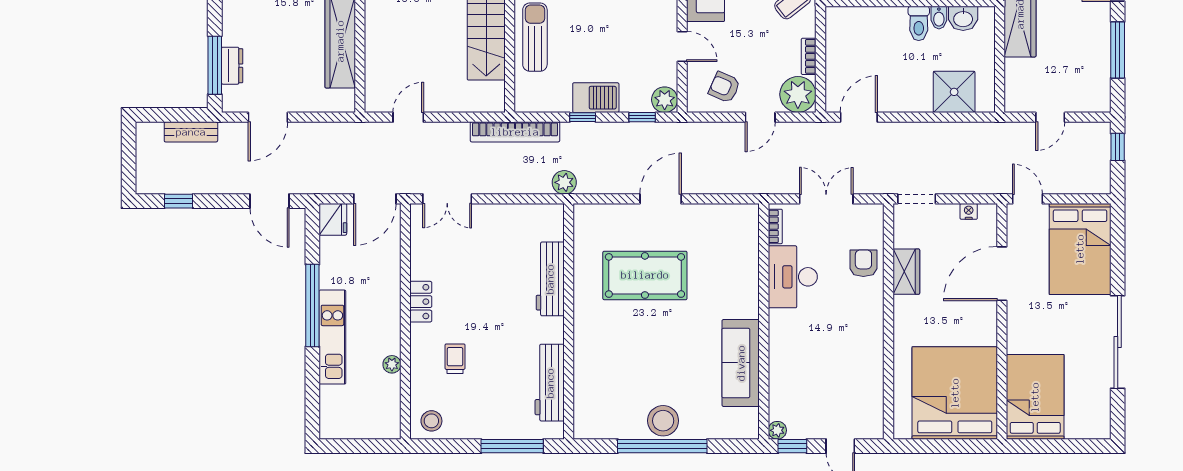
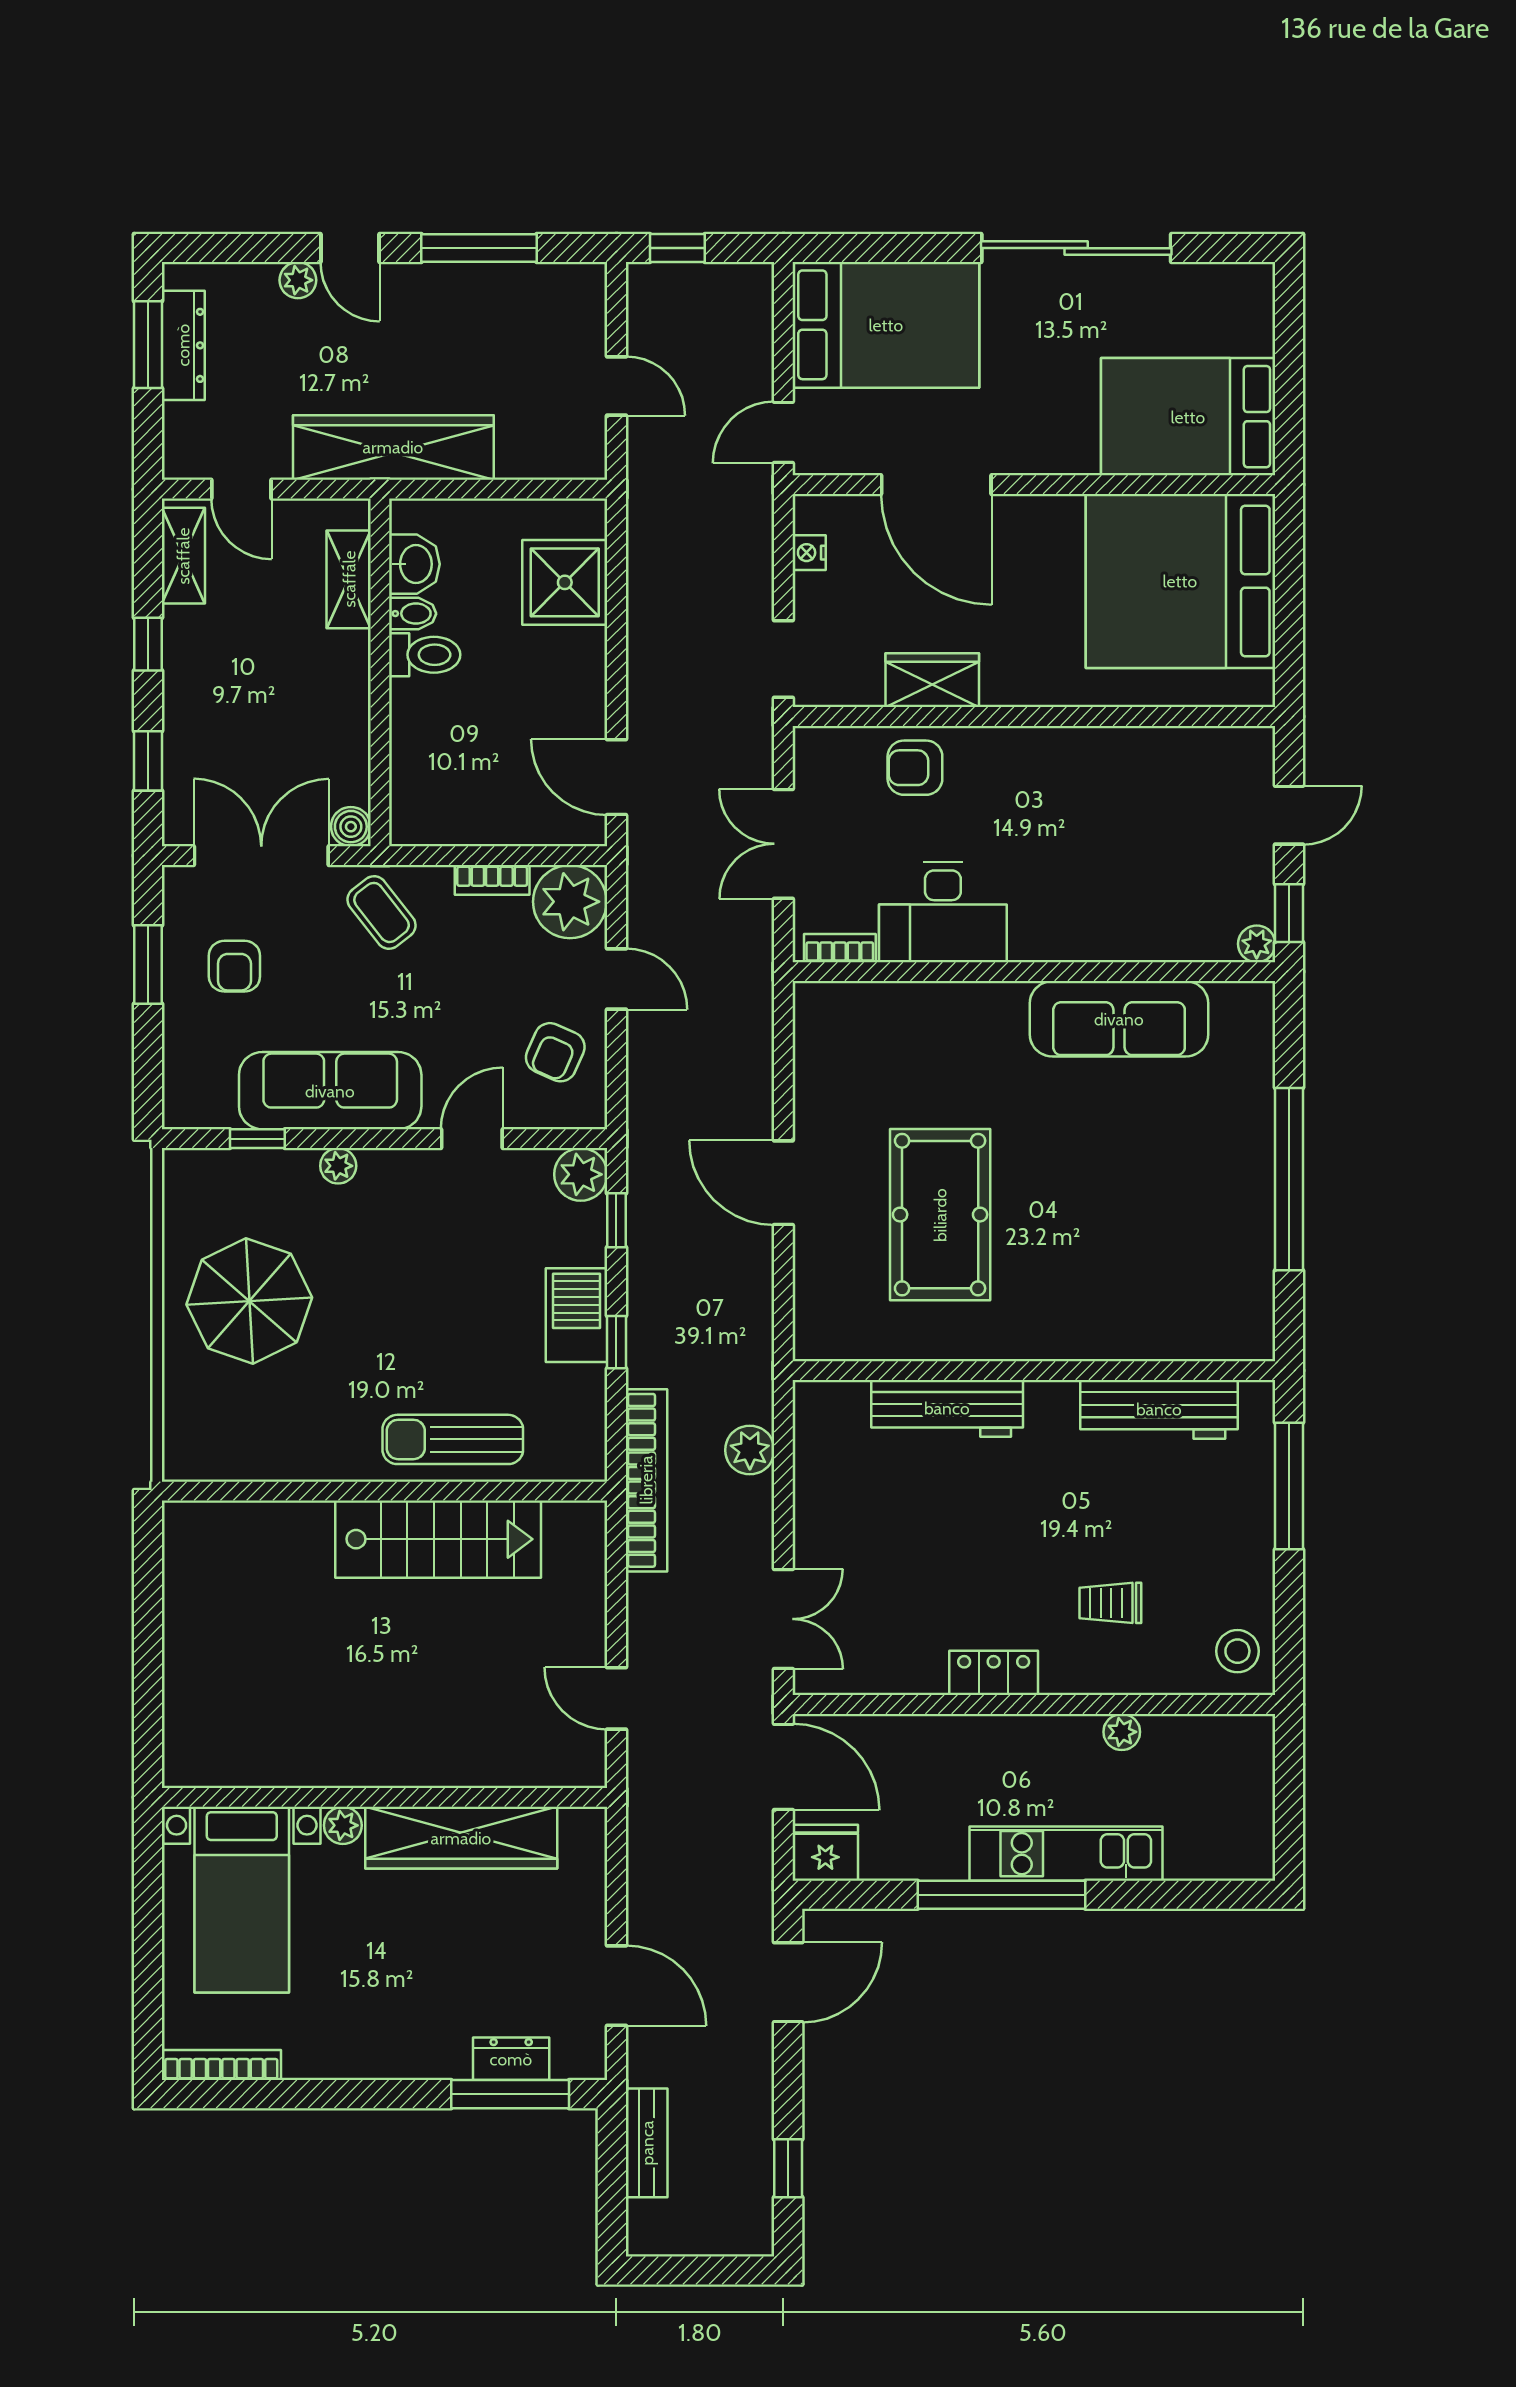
plant: (564, 182) -> (750, 1450), moved
stool: (663, 421) -> (1237, 1177), removed

